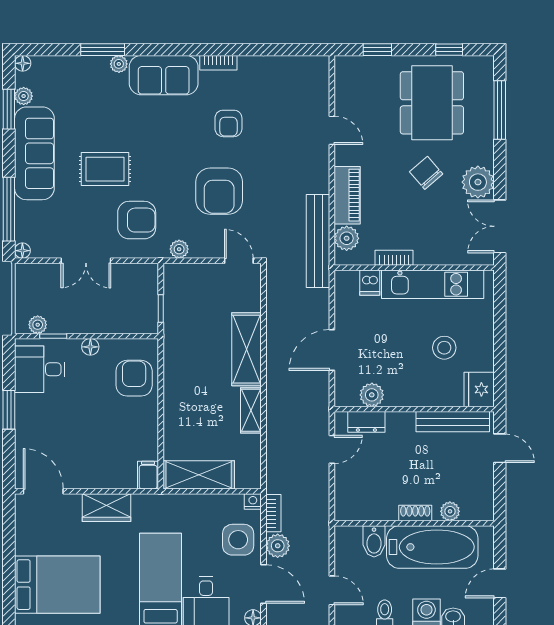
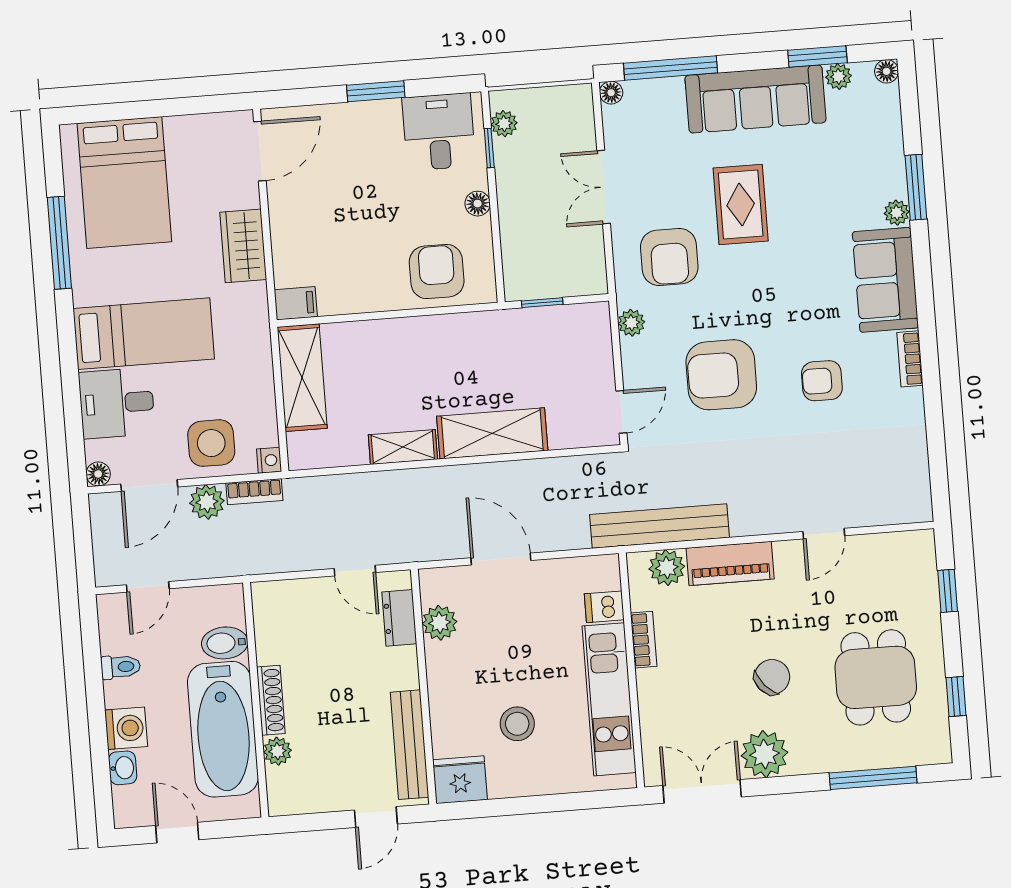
dining table: (432, 103) -> (876, 677), width x0.73
armchair: (134, 378) -> (437, 272), turned -90
shoe rack: (415, 513) -> (271, 700), width x1.43

